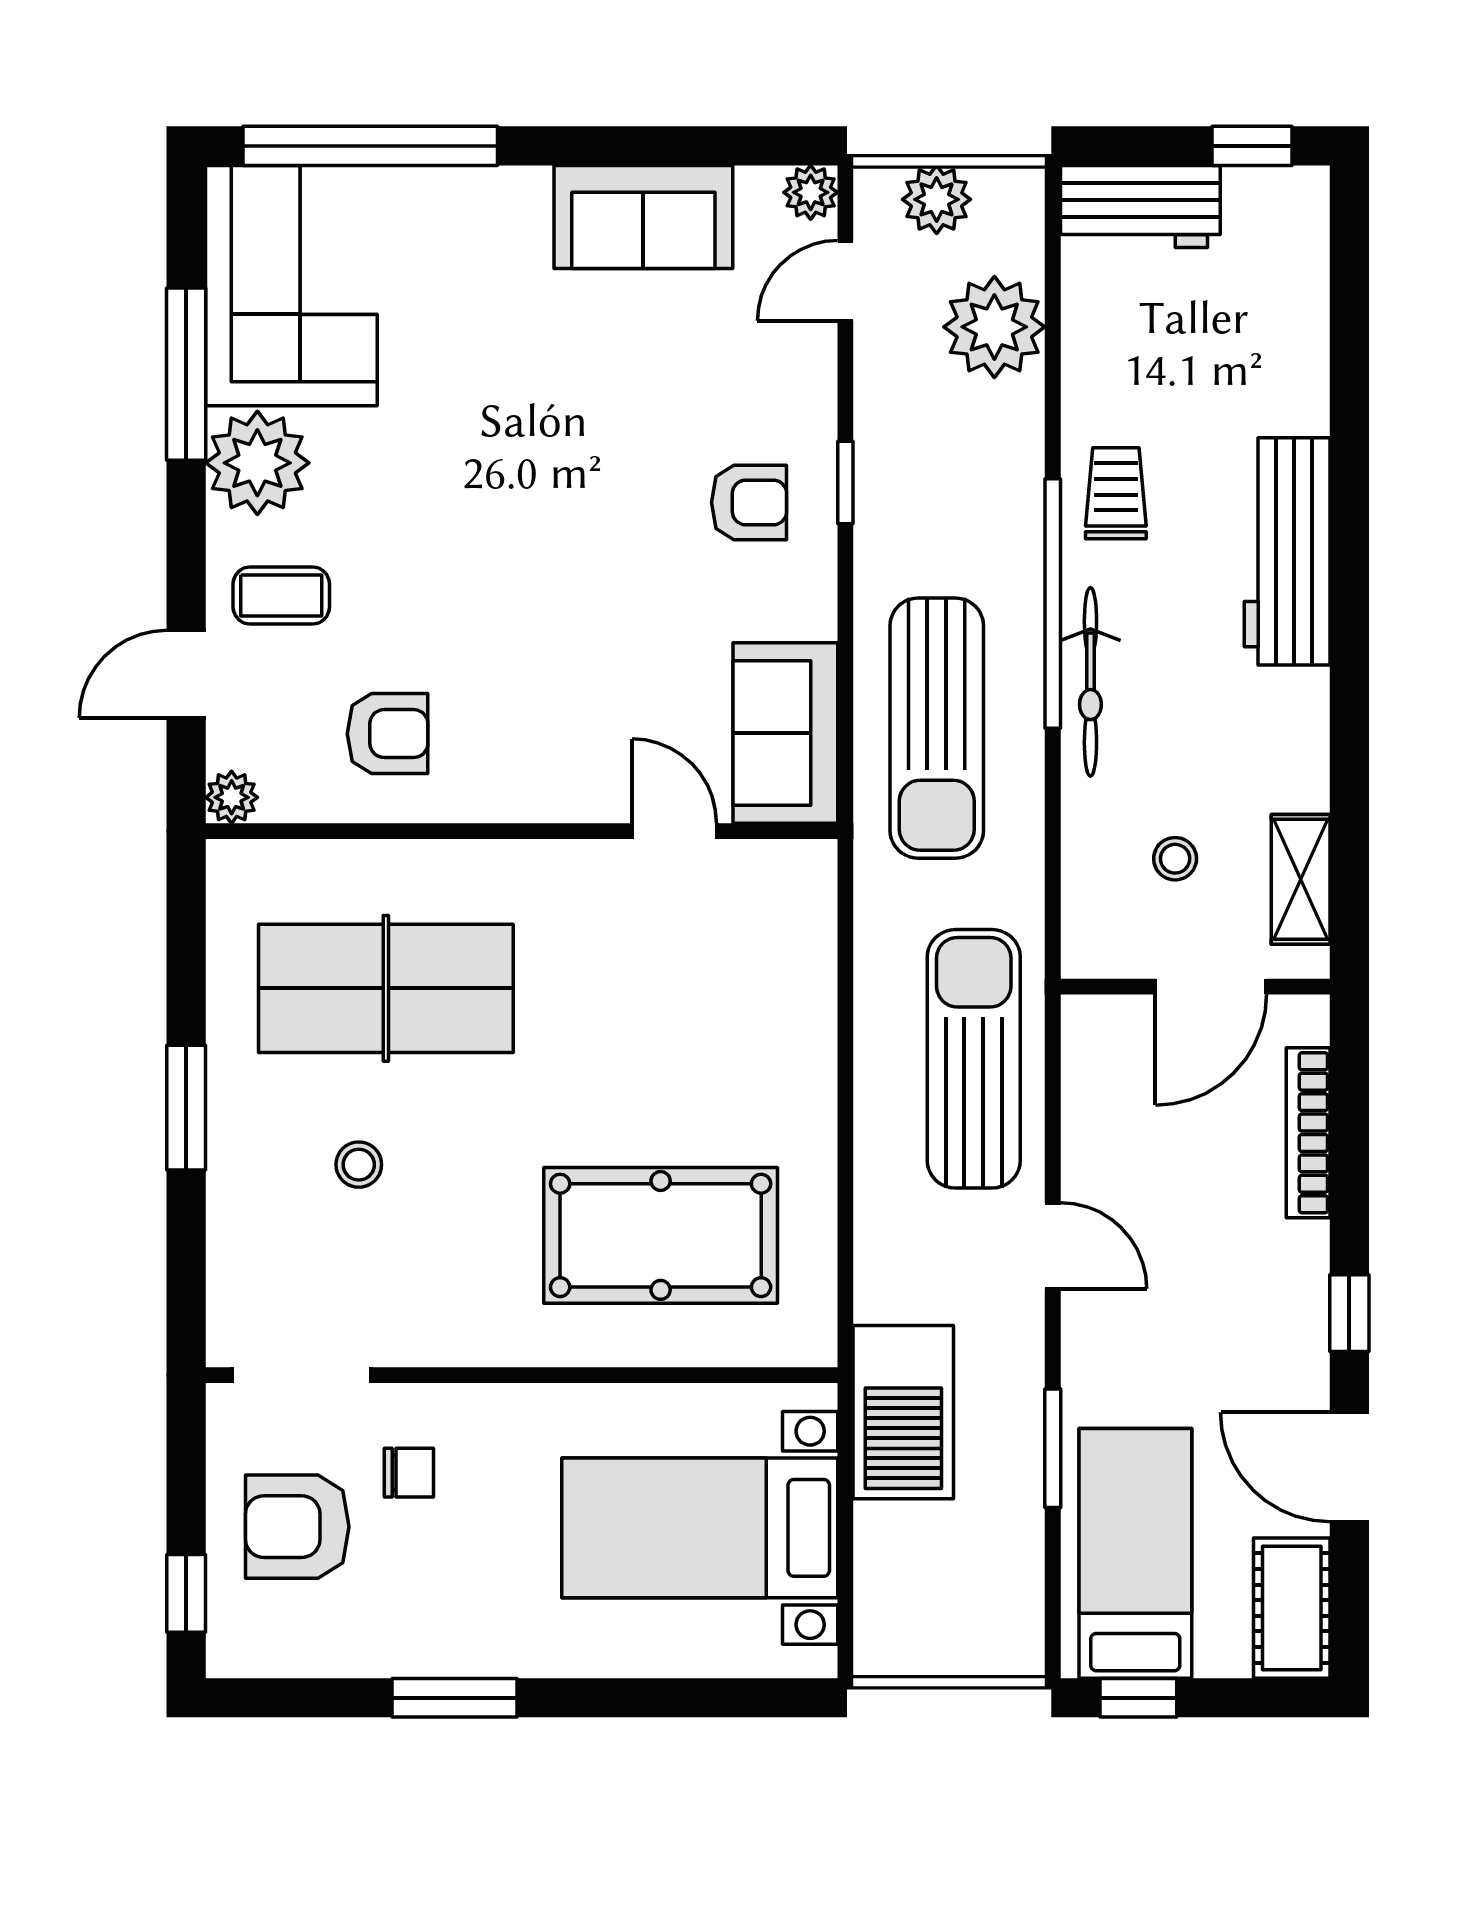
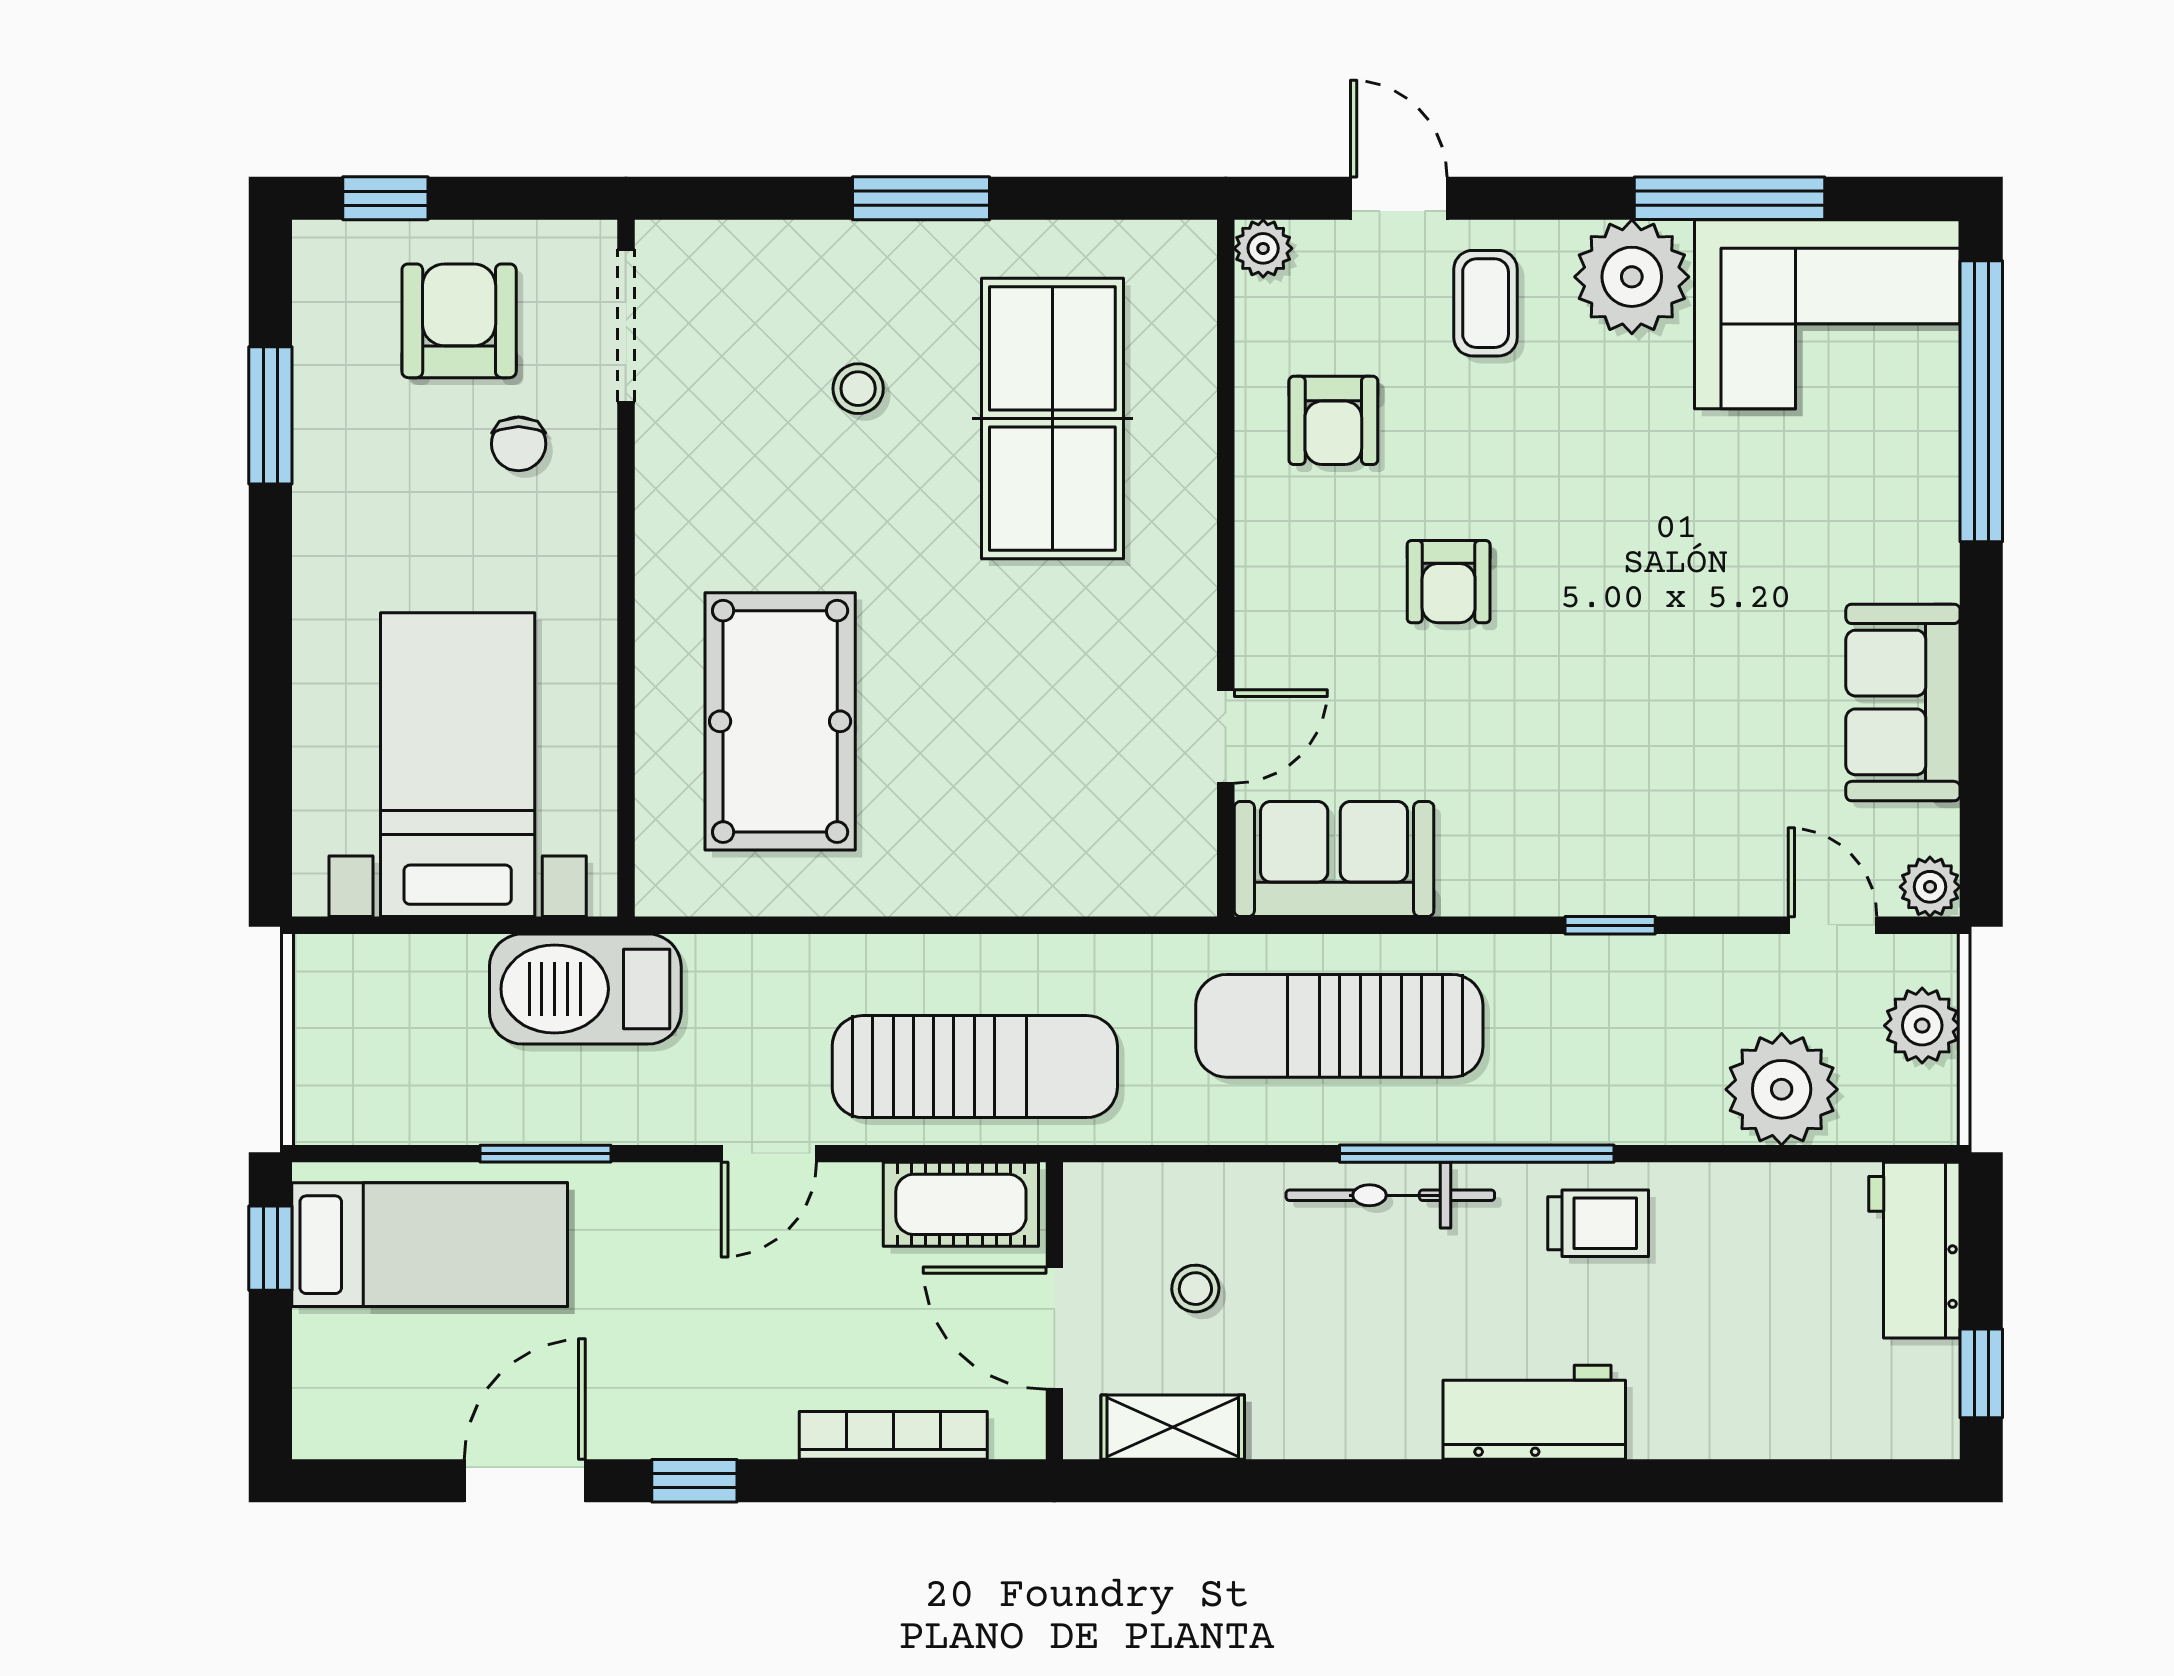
armchair: (749, 502) -> (1449, 582), moved
workbench: (1287, 551) -> (1534, 1412), width x0.73
cot: (1292, 1608) -> (961, 1204), moved
window: (454, 1698) -> (270, 415), moved

